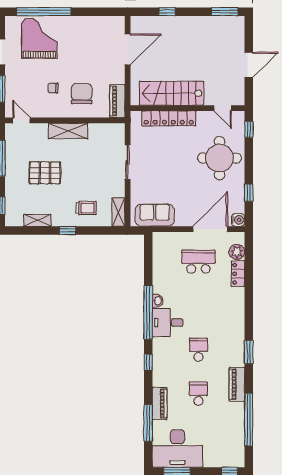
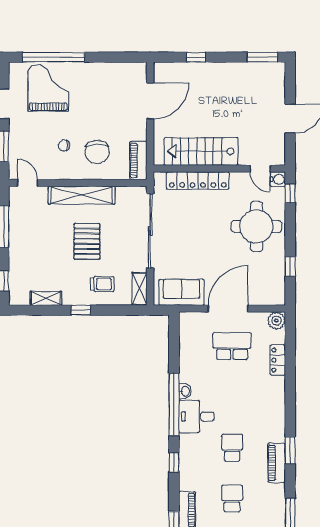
chair: (82, 94) -> (97, 152), turned 180
shelving: (68, 131) -> (82, 195), width x1.47
sliding door: (128, 162) -> (150, 231), width x1.86
pallet: (45, 173) -> (87, 241), moved, turned 90
water cooler: (238, 220) -> (278, 179), moved
door: (210, 229) -> (228, 309), moved
plant: (237, 252) -> (276, 321), moved
piano: (237, 384) -> (277, 463), moved

